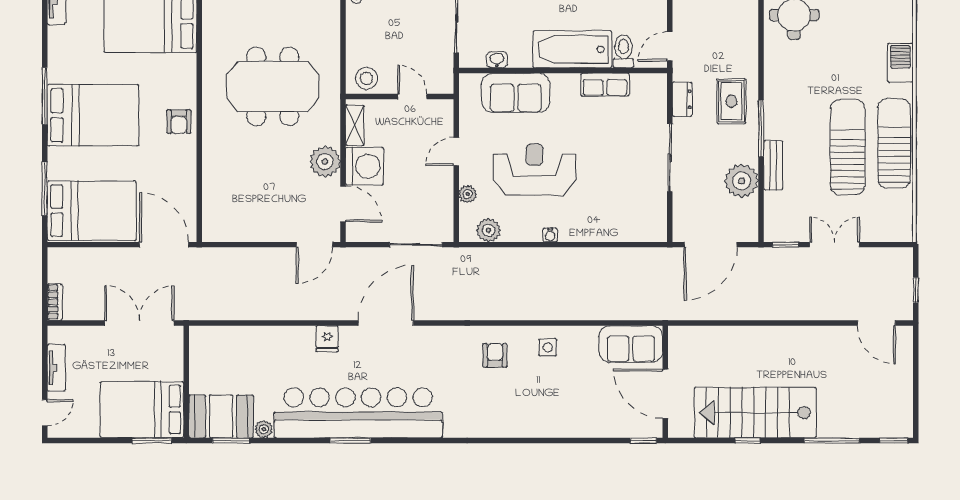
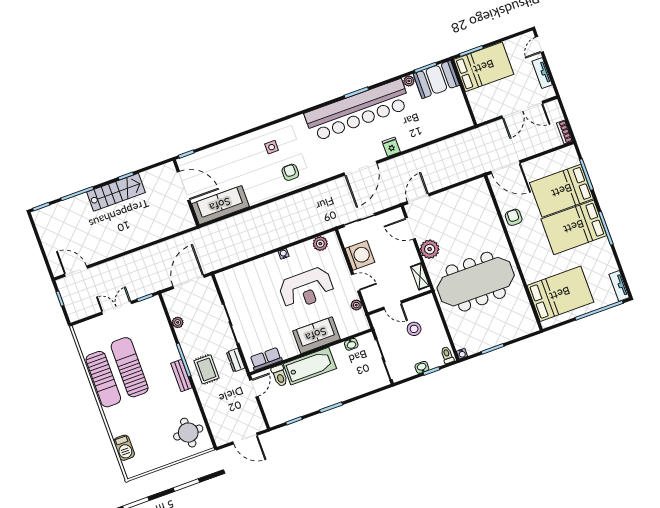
barbecue: (900, 63) -> (124, 448), moved
stool: (367, 78) -> (414, 329), moved
row of seats: (605, 85) -> (266, 359), moved
meeting table: (273, 86) -> (476, 282), width x1.36
sofa: (516, 93) -> (316, 335), moved
armchair: (179, 122) -> (514, 217), moved
sun lounger: (848, 147) -> (130, 367), turned 180
door: (456, 151) -> (356, 283), hinge flipped
bench: (773, 165) -> (181, 376), moved
washing machine: (365, 166) -> (360, 255), moved, turned 180
plant: (742, 181) -> (178, 322), width x0.53, depth x0.53
plant: (468, 194) -> (356, 305), moved
bed: (92, 211) -> (562, 191), moved
double door: (835, 245) -> (117, 308), swing flipped
bookcase: (55, 302) -> (565, 132), moved
double door: (139, 323) -> (522, 110), moved
sofa: (631, 344) -> (220, 205), width x1.36
side table: (548, 347) -> (272, 147), moved
armchair: (495, 355) -> (290, 172), turned 180
stairs: (755, 413) -> (116, 192), width x0.73, depth x0.66

